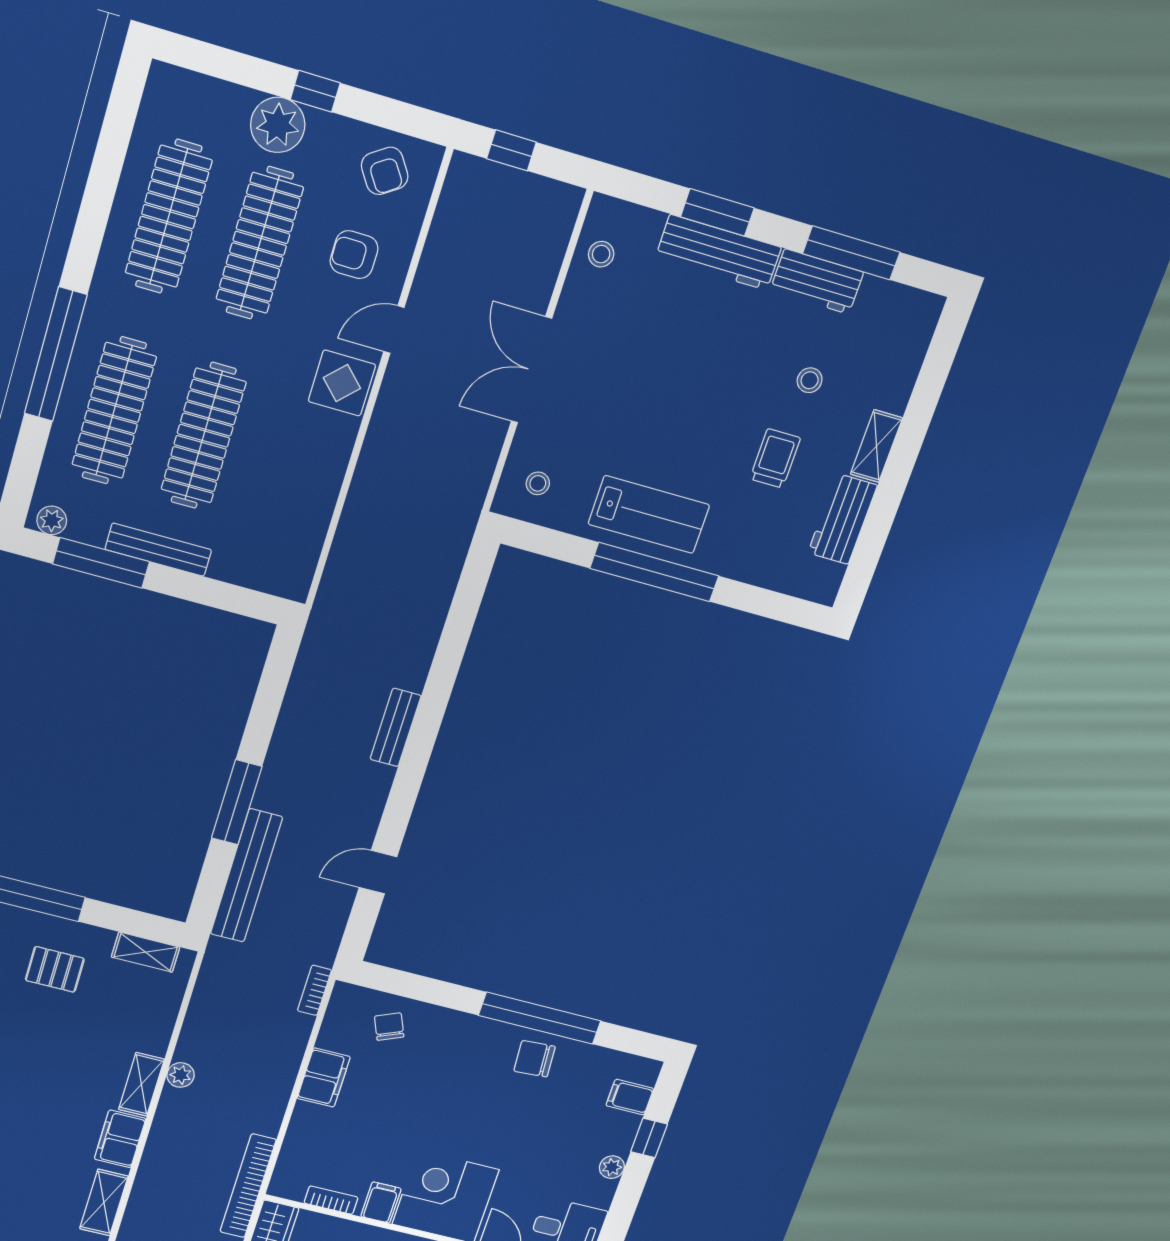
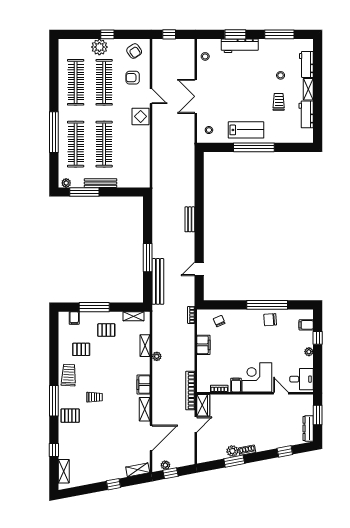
workbench: (817, 281) -> (306, 64), moved, turned 90
door: (394, 329) -> (151, 96), swing flipped
shelving: (141, 1084) -> (145, 346), moved

